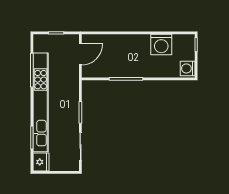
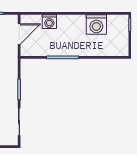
washing machine: (188, 68) -> (49, 22), moved, turned -90

